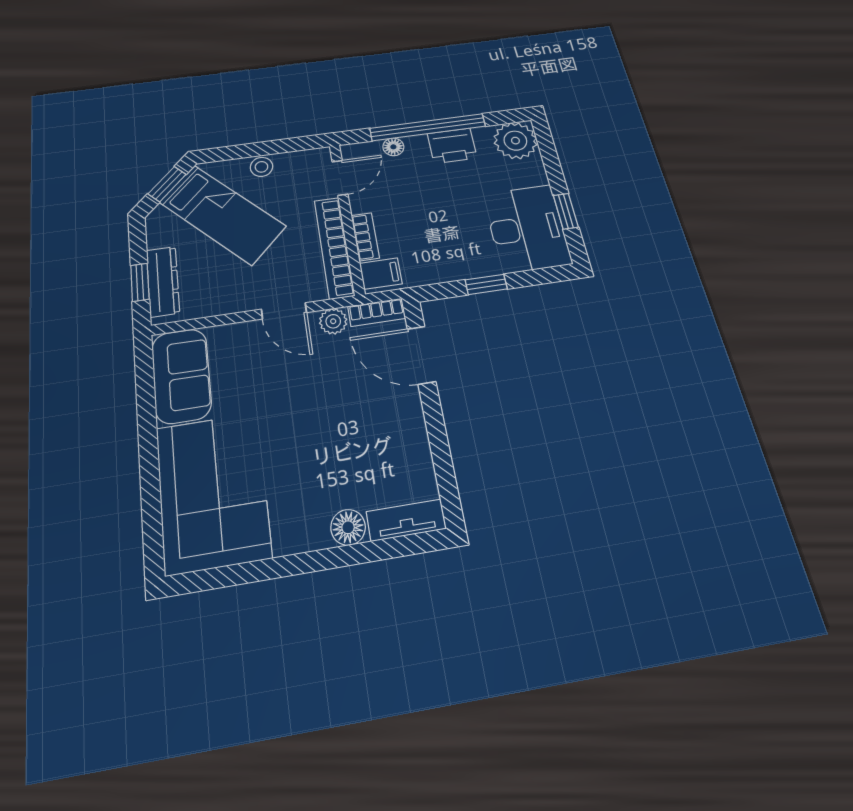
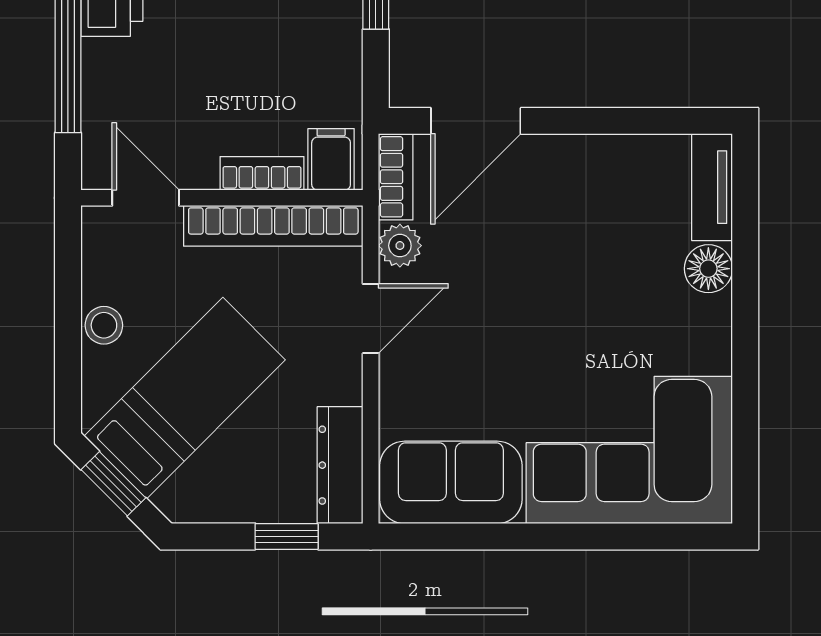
floor lamp: (393, 147) -> (99, 99), removed
dresser: (163, 281) -> (340, 465), moved, turned -90

